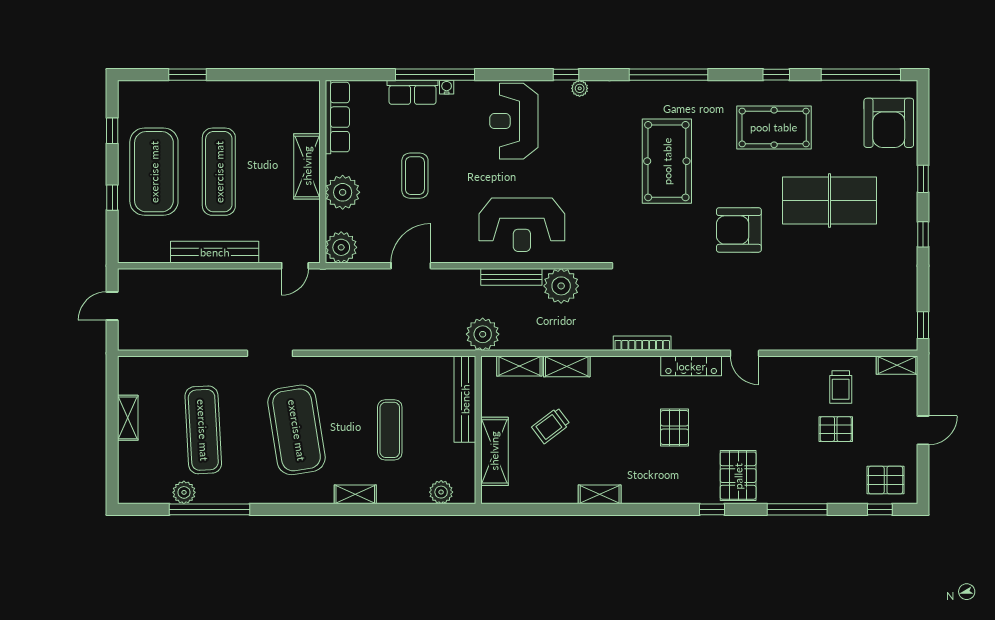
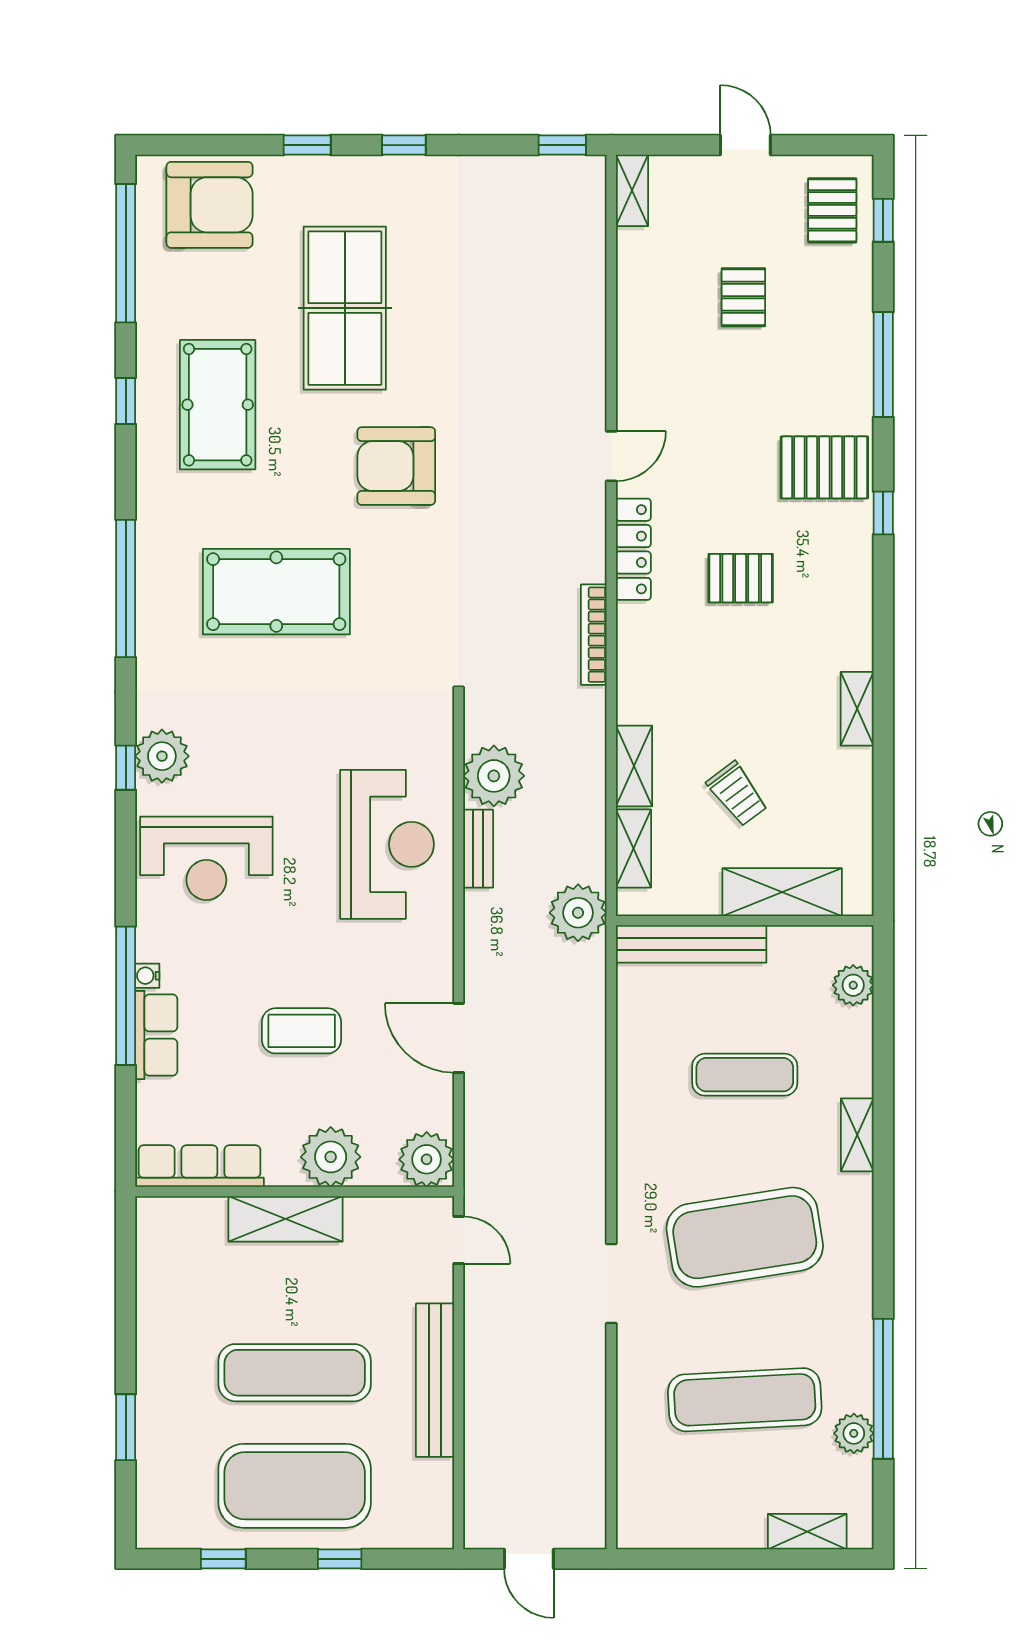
plant: (580, 88) -> (162, 756), width x1.88, depth x1.88
armchair: (739, 230) -> (396, 466), turned 90
bench: (511, 277) -> (478, 849), width x0.73
trolley: (841, 387) -> (670, 289), removed
shelving: (128, 418) -> (807, 1532), moved

